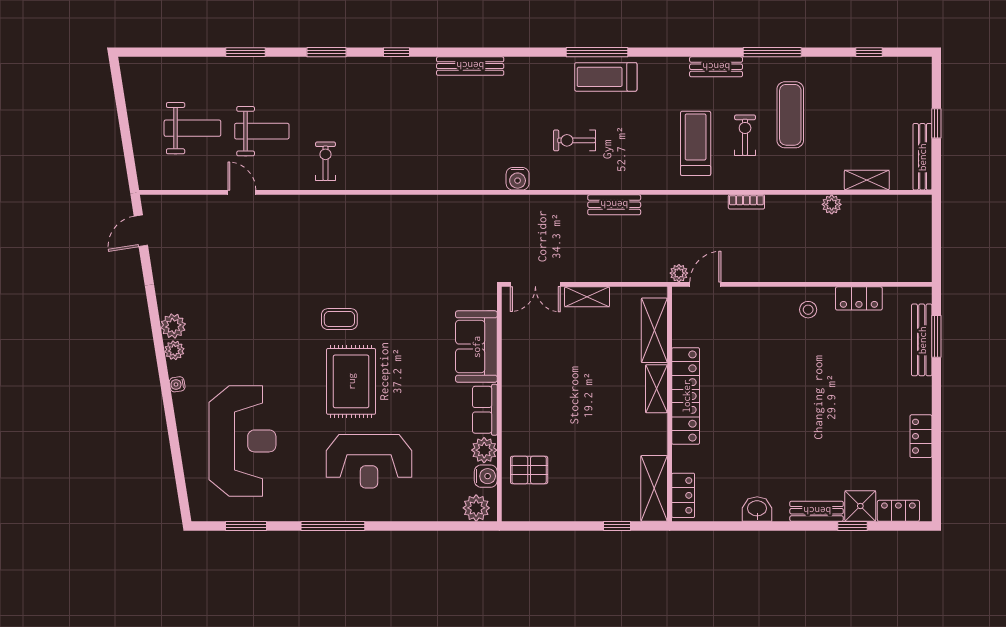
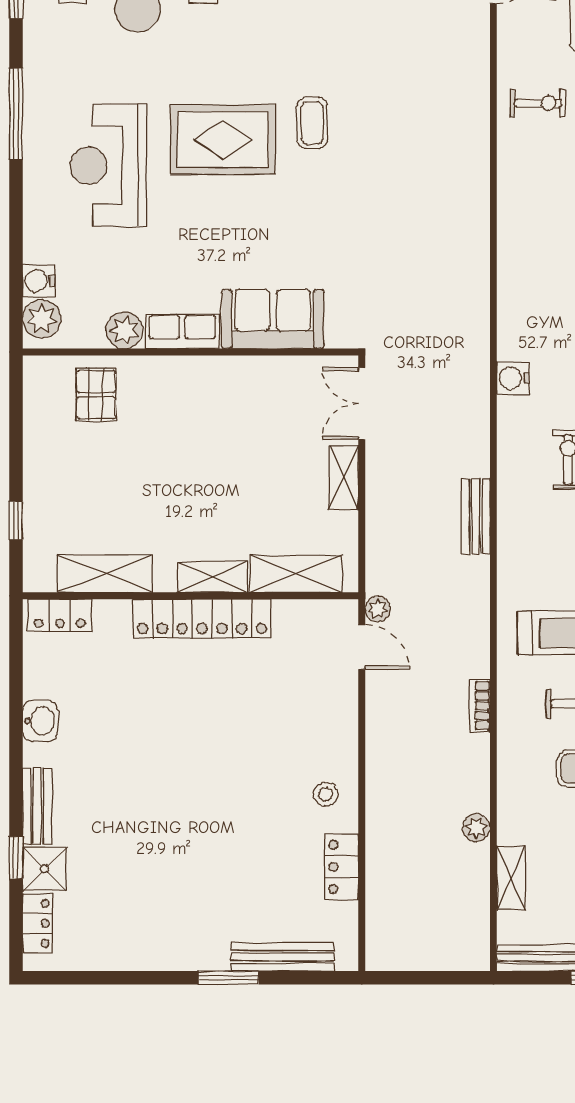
window: (936, 336) -> (228, 978), moved
locker: (921, 436) -> (144, 956), removed
water cooler: (486, 476) -> (39, 281), moved, turned 90
shelving: (654, 488) -> (105, 574), moved

